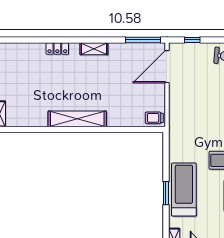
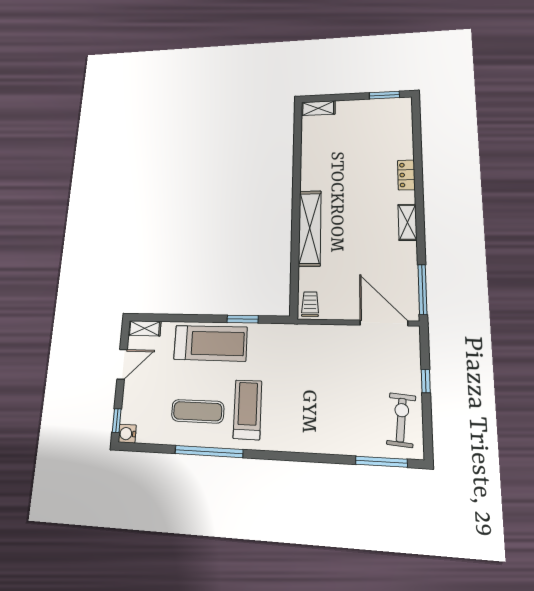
window: (192, 40) -> (426, 381), moved
shelving: (77, 119) -> (310, 228), moved
window: (166, 193) -> (243, 319), moved

